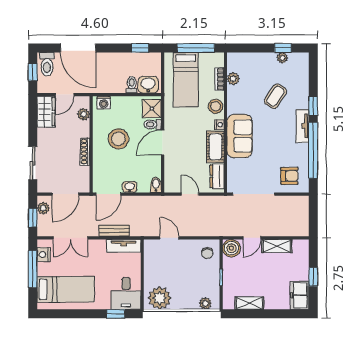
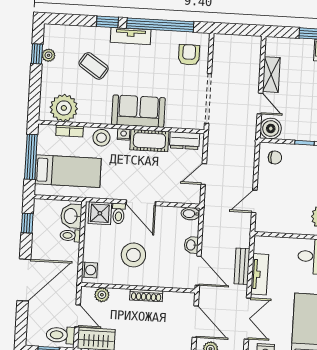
door: (78, 48) -> (24, 280), moved
toilet: (47, 64) -> (61, 335), moved, turned 180
plant: (233, 79) -> (64, 108), width x1.87, depth x1.87
tv unit: (124, 246) -> (260, 274), moved

